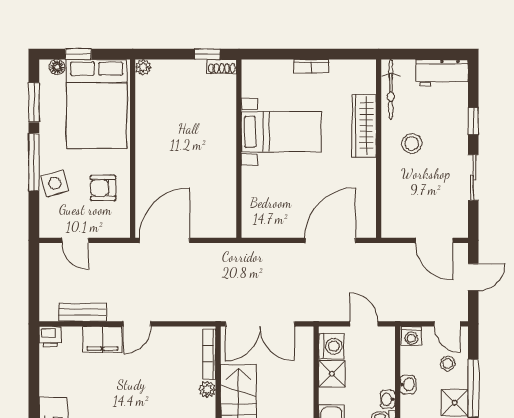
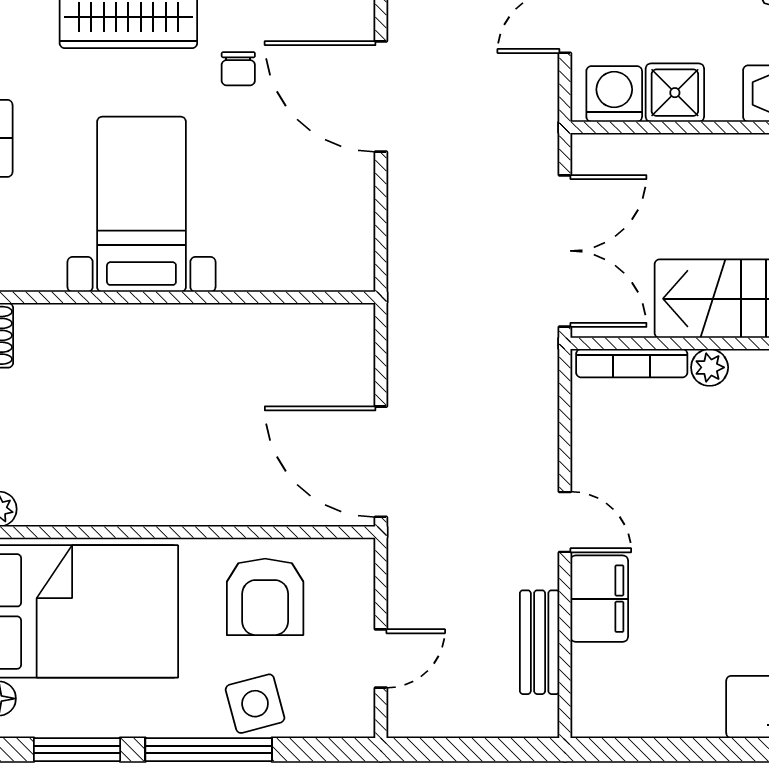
chair: (343, 176) -> (238, 69), added
armchair: (103, 188) -> (265, 597), width x1.38, depth x1.38
printer: (50, 337) -> (593, 713), removed

